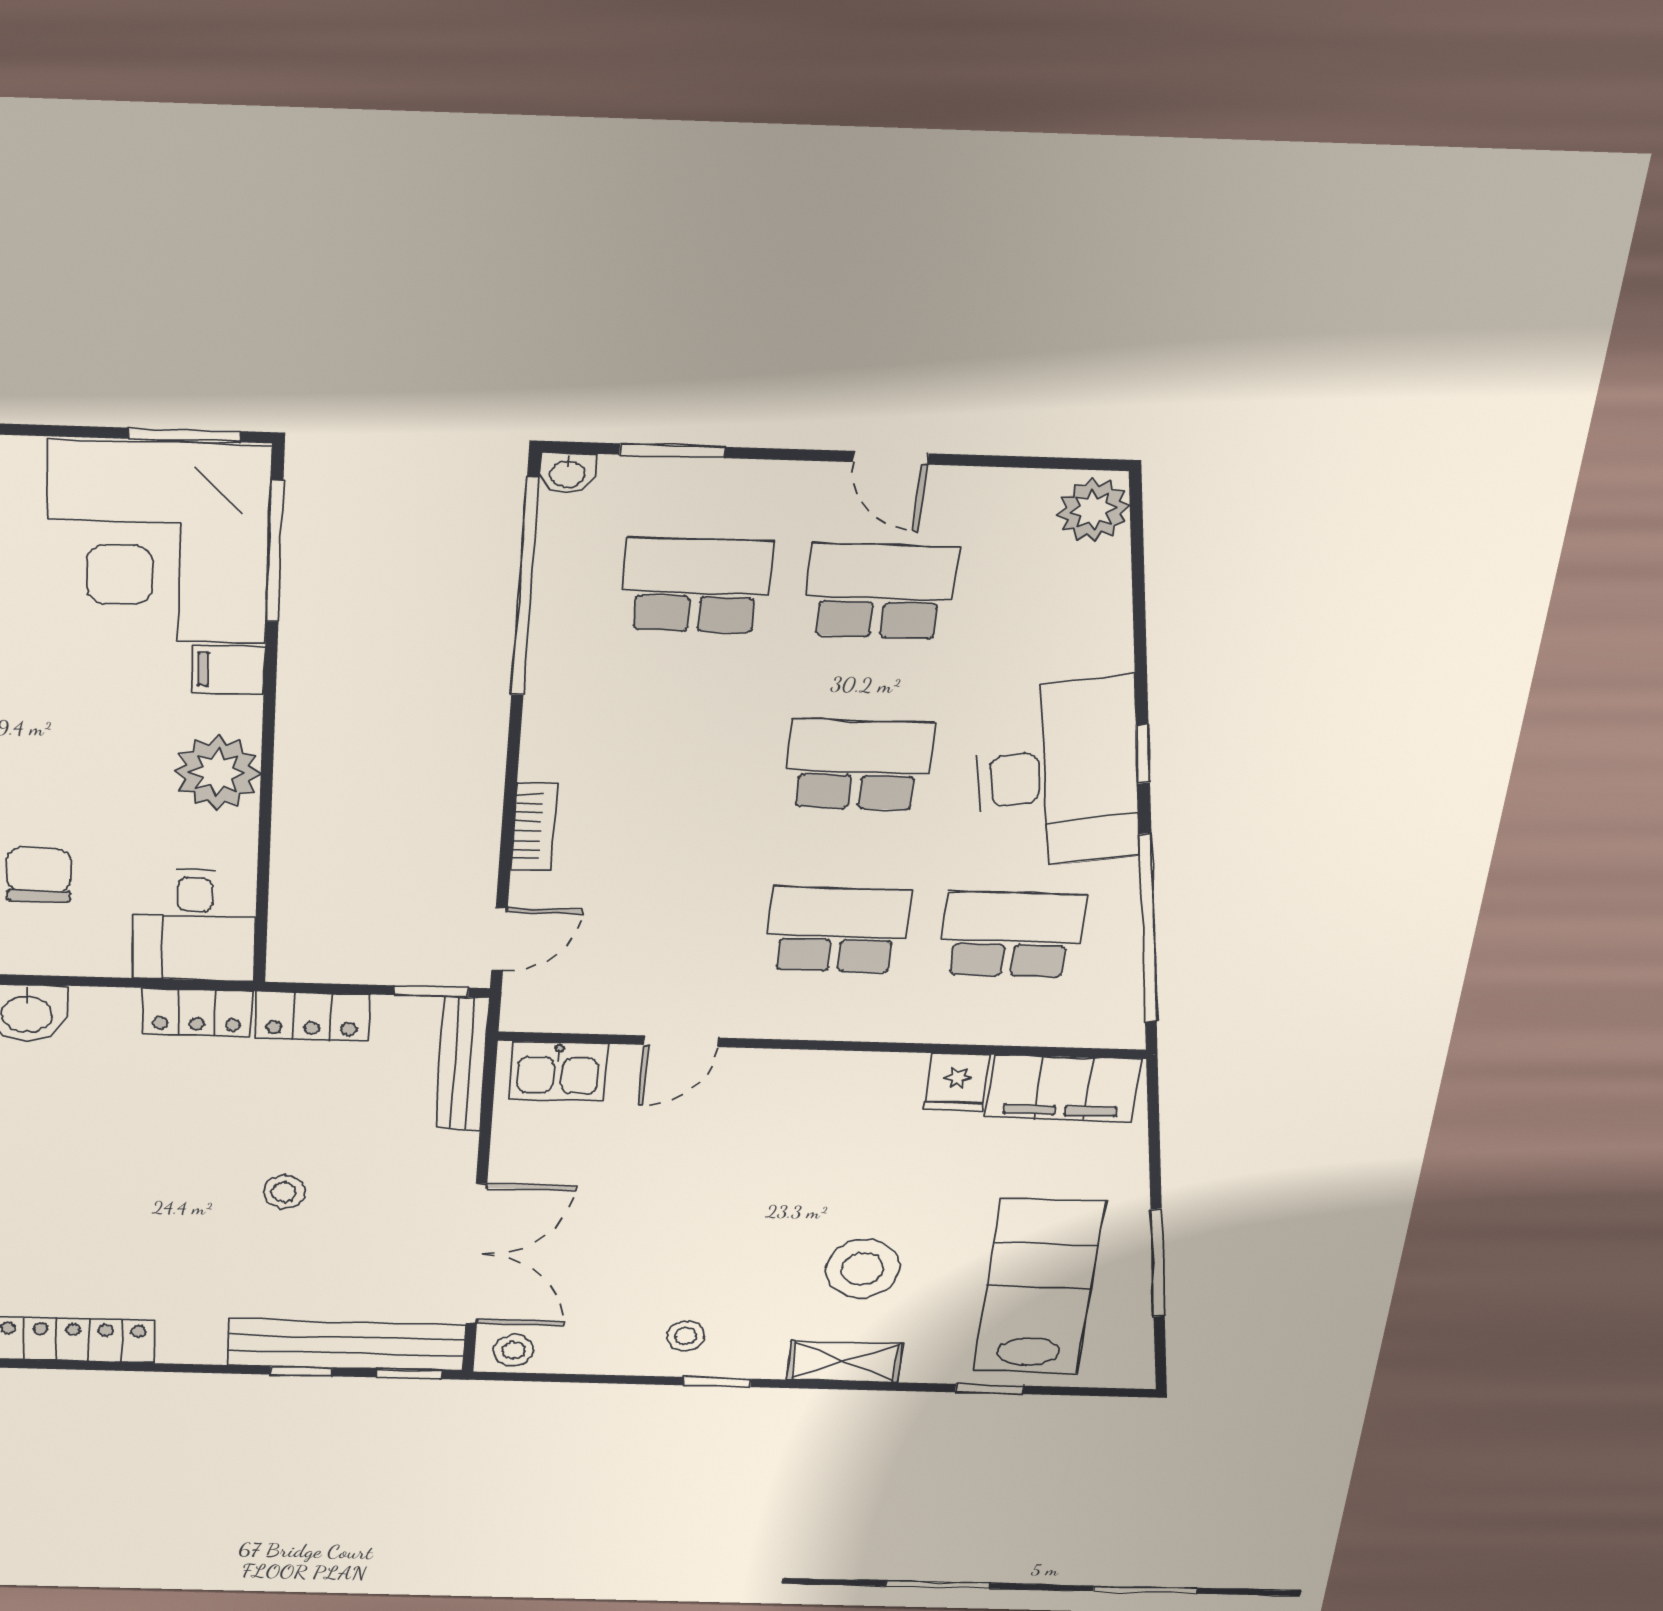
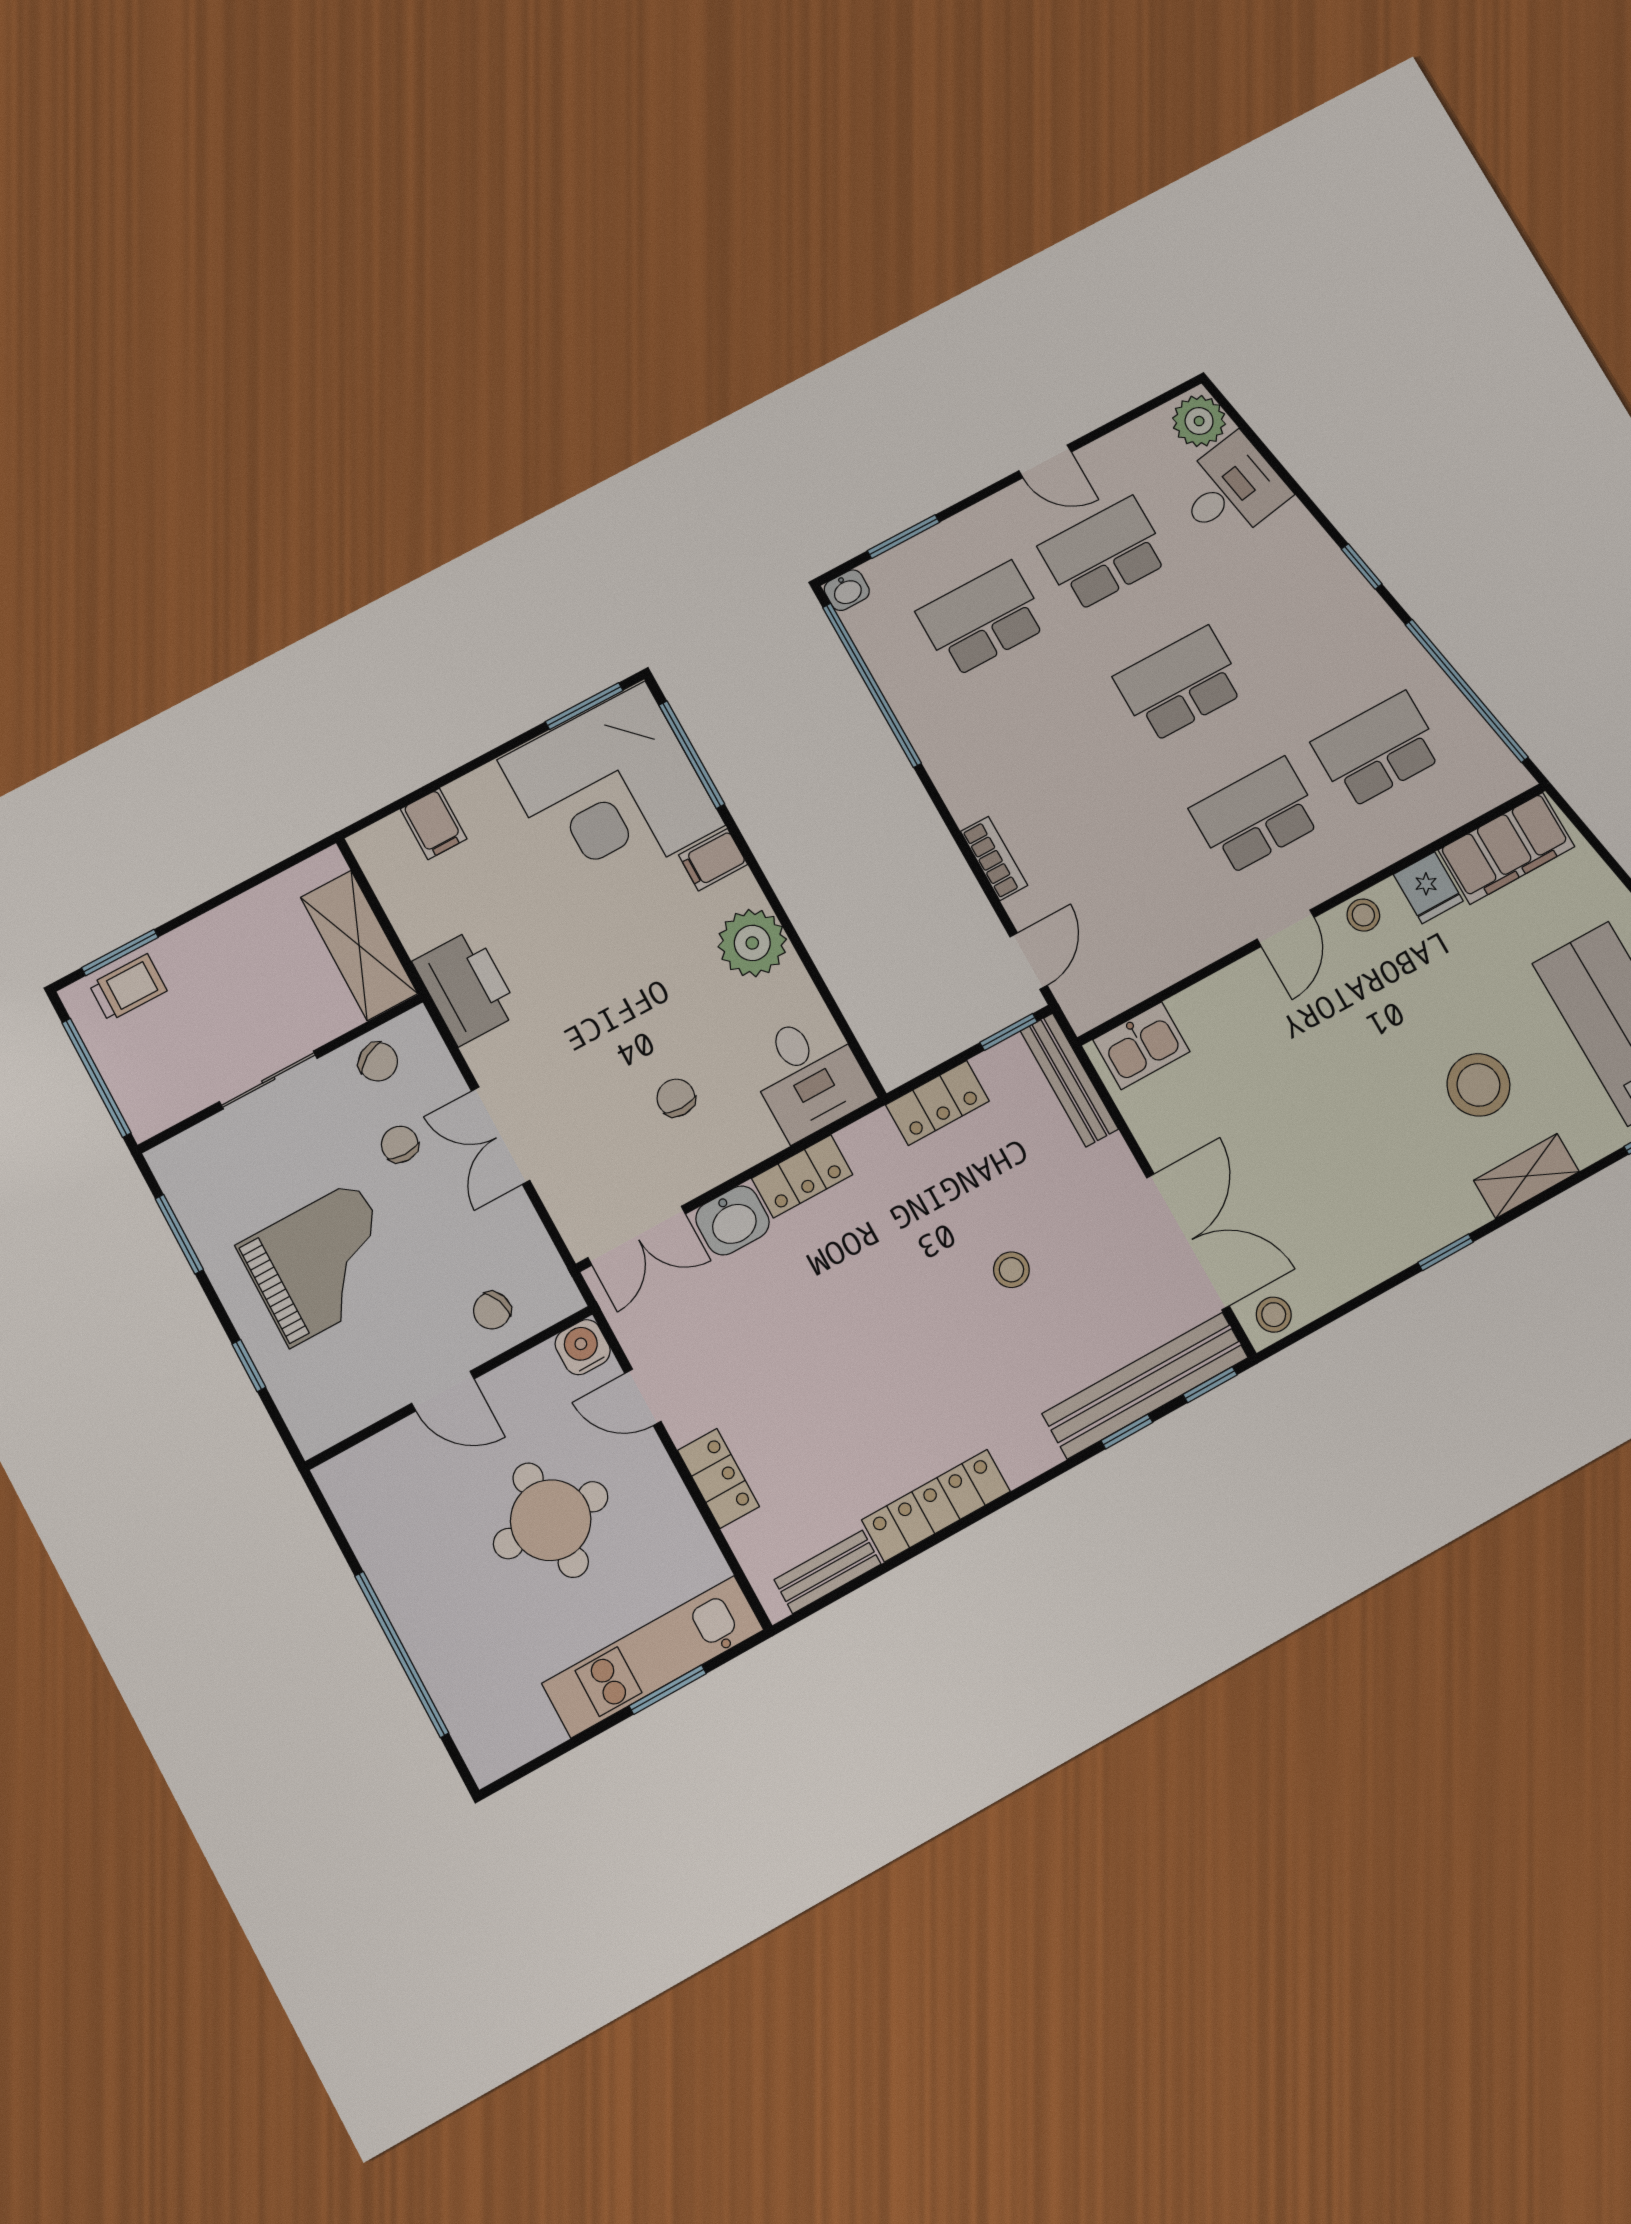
desk: (1058, 775) -> (1231, 490), moved, width x0.53, depth x0.77
chair: (39, 875) -> (676, 1098), width x0.73, depth x0.73
locker: (197, 1012) -> (802, 1176), moved
door: (681, 1041) -> (1286, 928), moved
stool: (686, 1336) -> (1363, 915), moved

